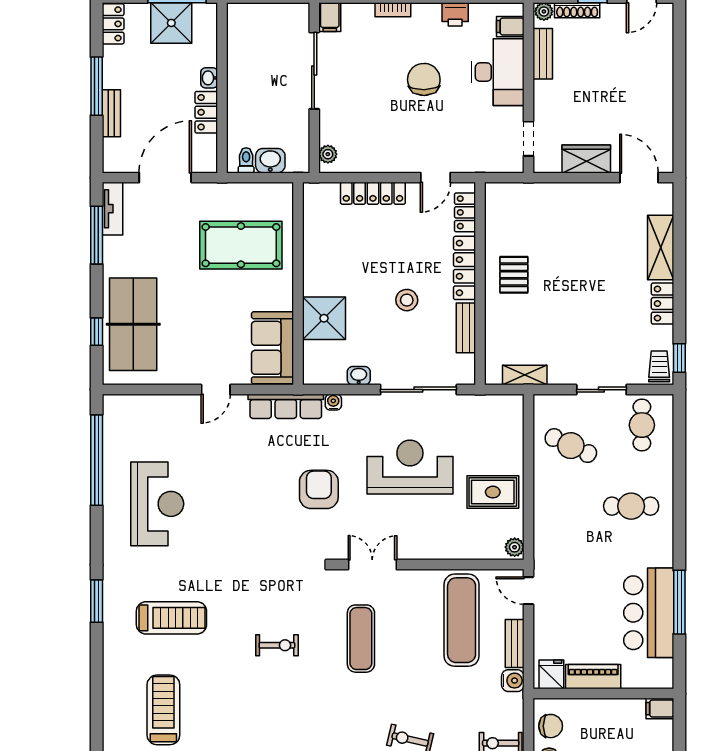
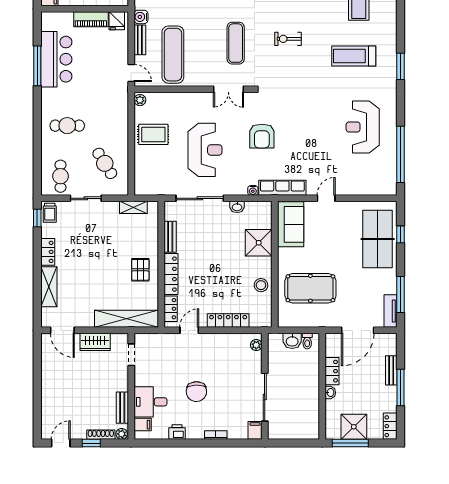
desk: (498, 72) -> (150, 402), width x0.73
shelving: (536, 196) -> (127, 319), added
stool: (407, 300) -> (261, 285), moved
cafe table: (571, 446) -> (105, 163), turned 33
reception desk: (410, 467) -> (205, 150), turned -90

